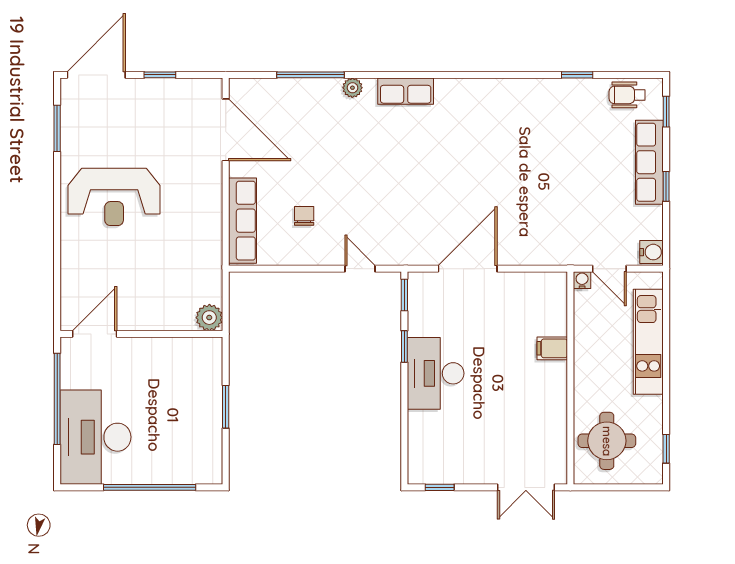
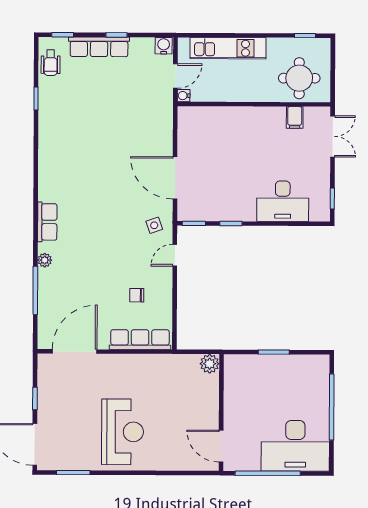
side table: (402, 240) -> (154, 225), added
filing cabinet: (552, 348) -> (295, 117), moved
desk: (436, 373) -> (283, 201), moved

